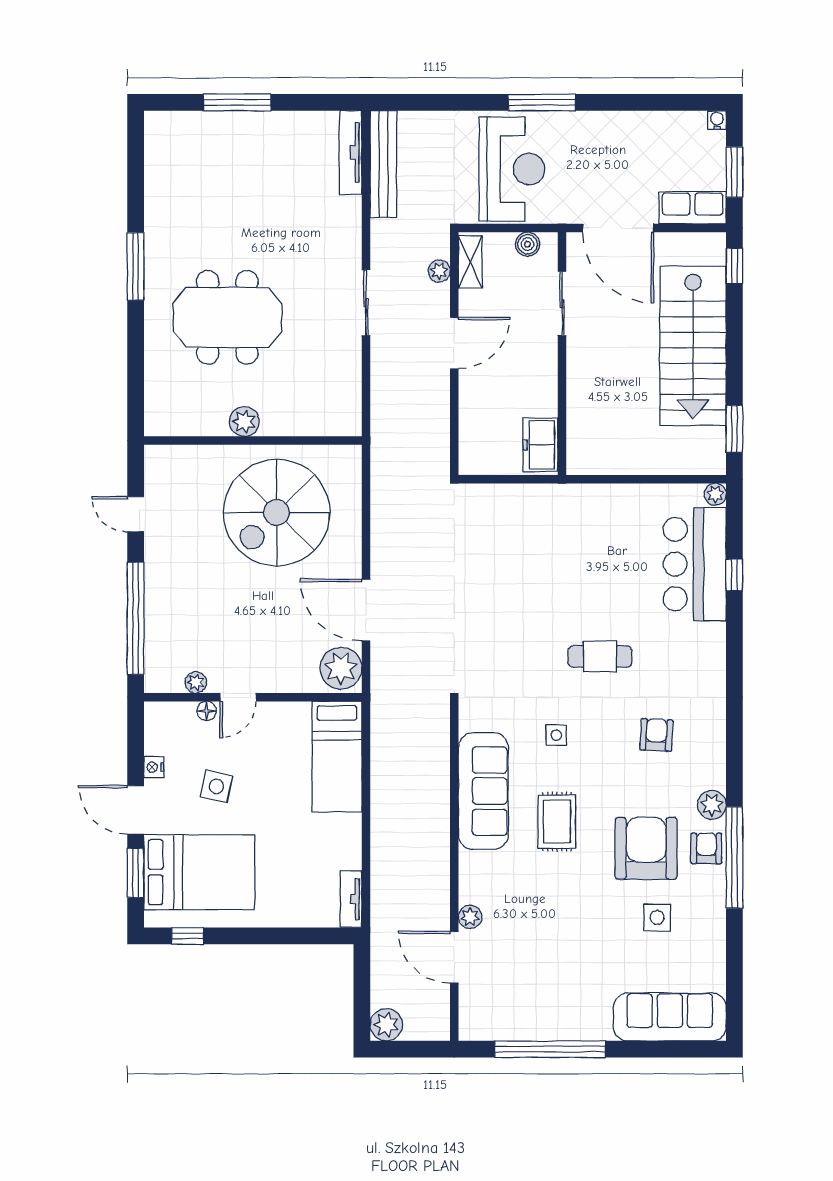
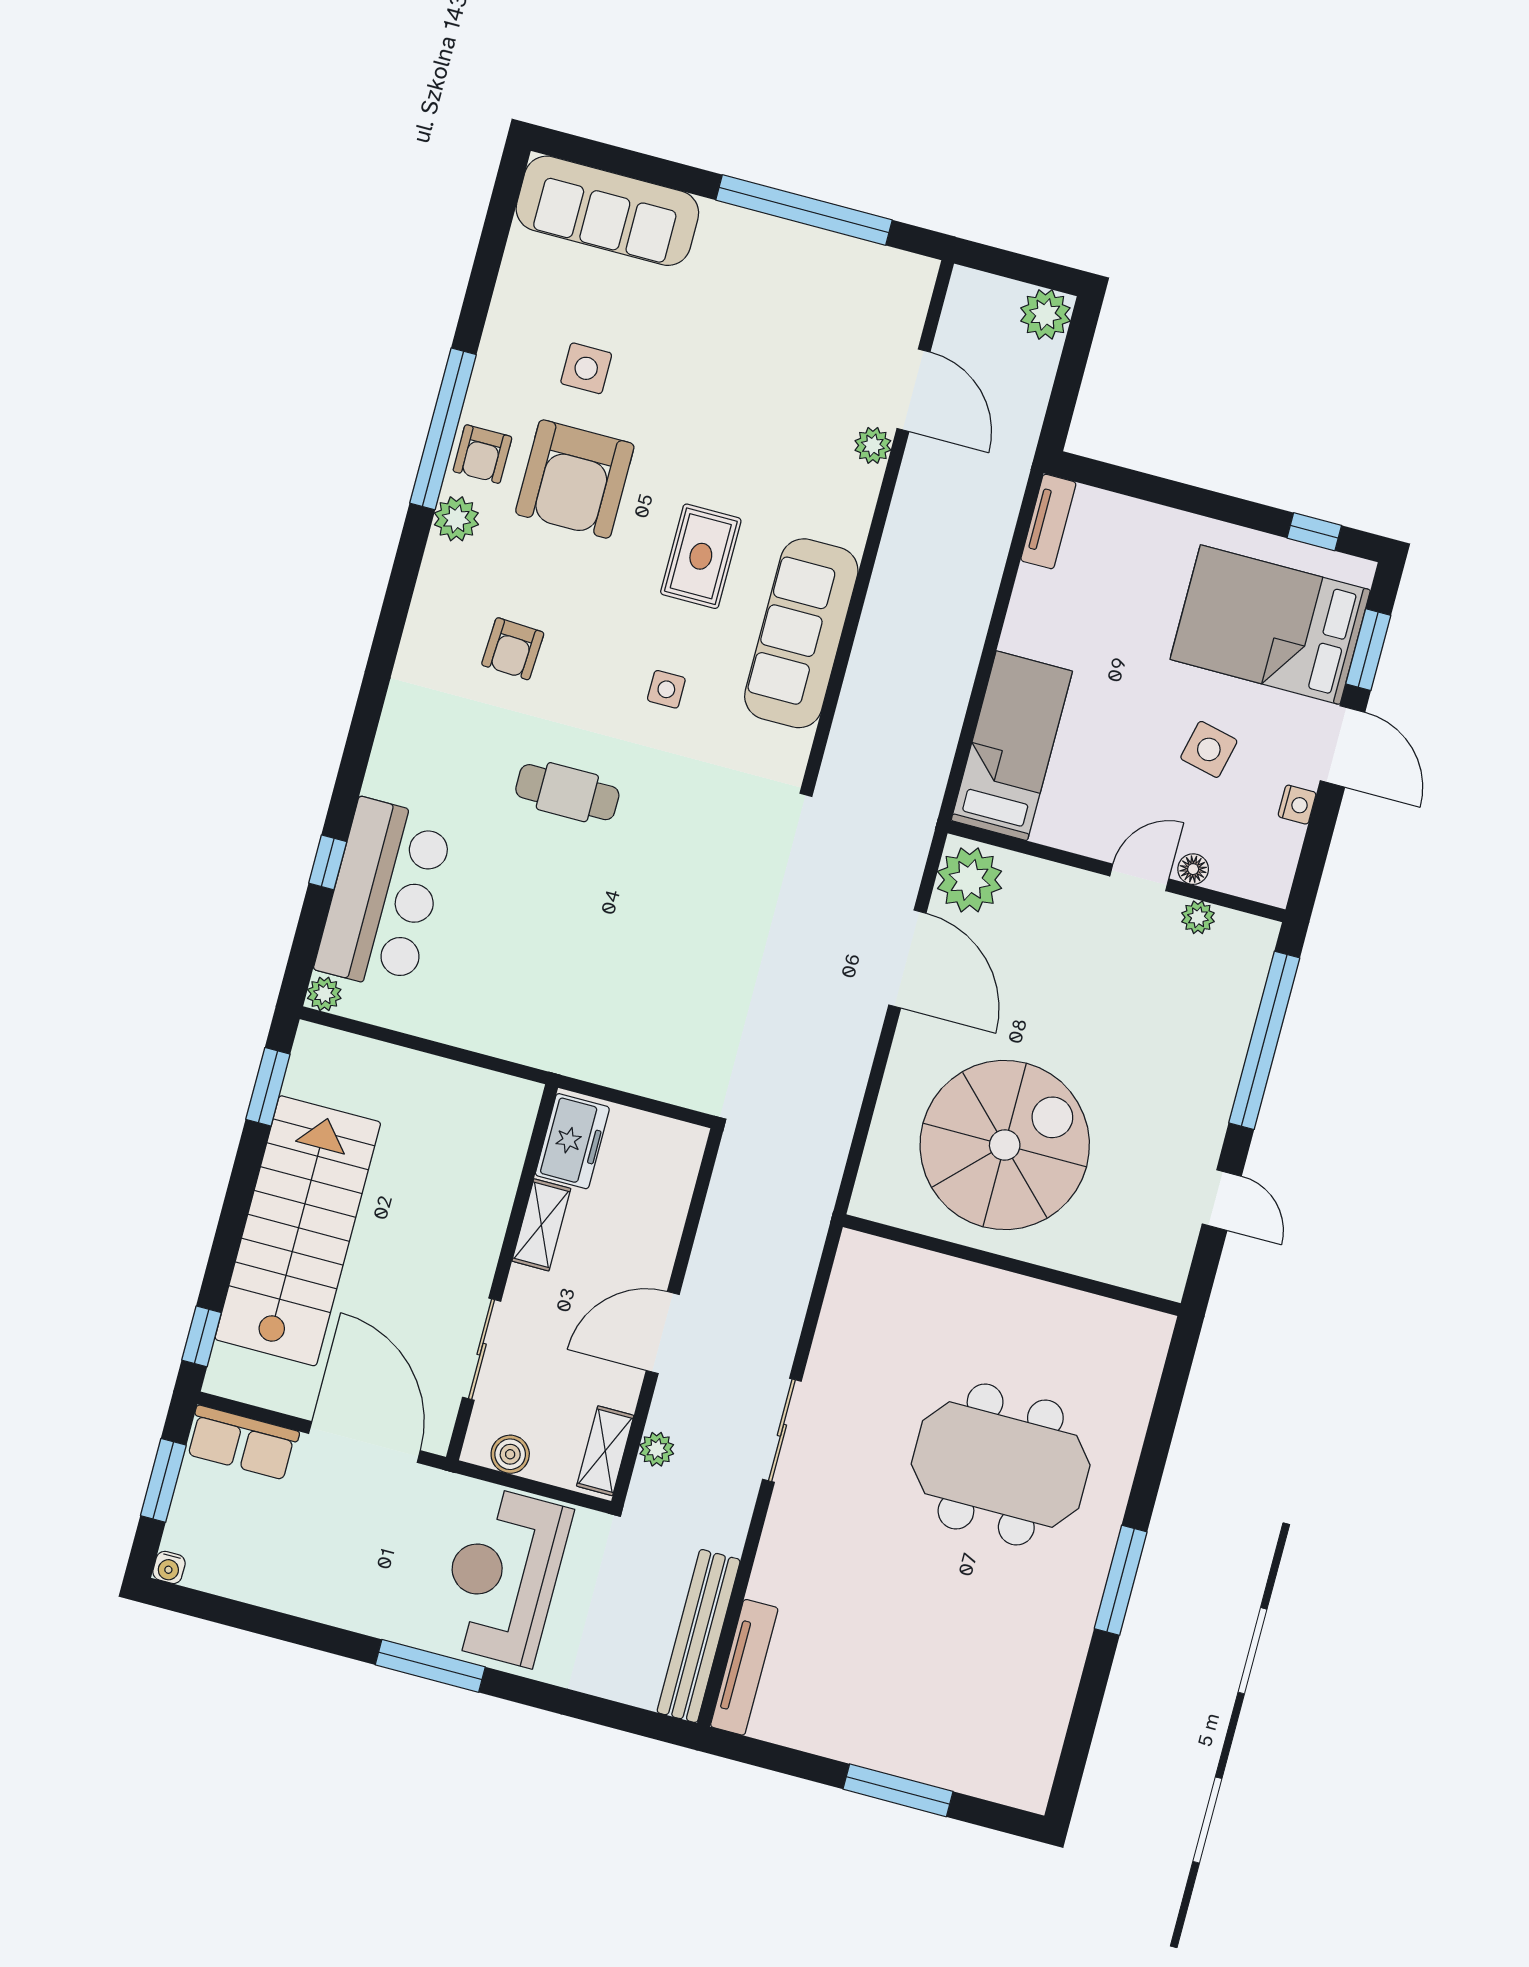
shelving: (546, 389) -> (541, 1225), added
plant: (244, 422) -> (1017, 1298), removed

